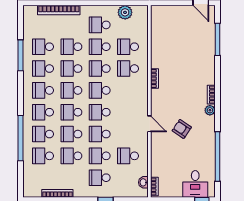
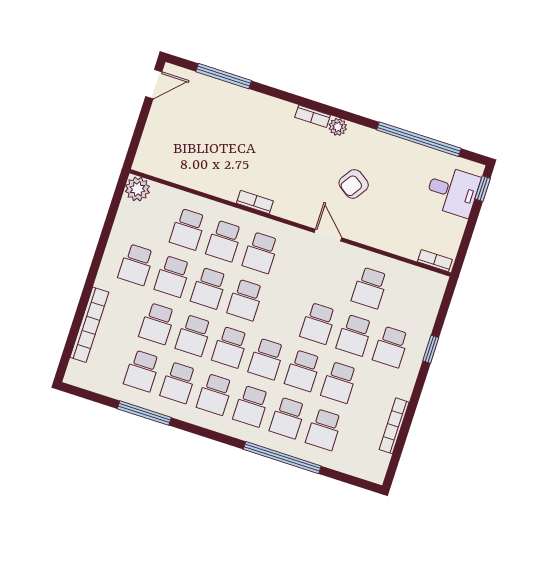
plant: (125, 12) -> (137, 189), moved
school desk: (100, 112) -> (261, 253), moved
door: (149, 124) -> (328, 235), hinge flipped
washbasin: (143, 182) -> (422, 277), removed

